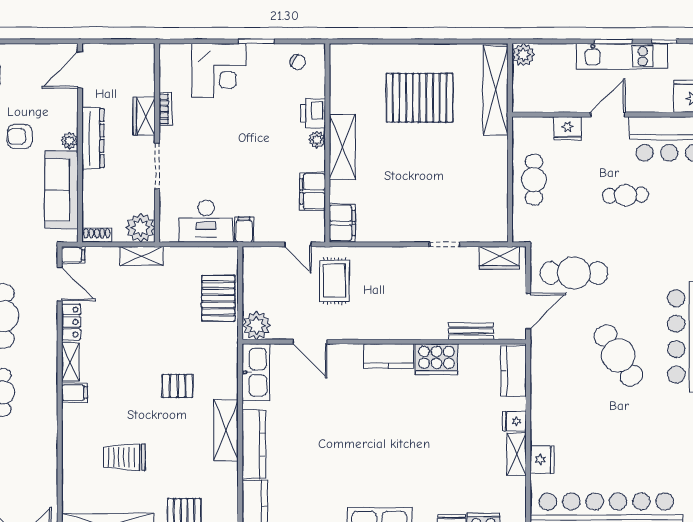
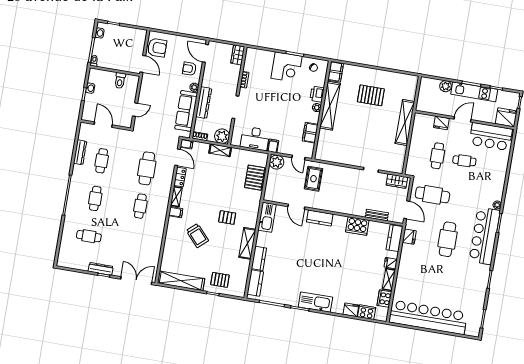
plant: (523, 55) -> (446, 86), moved
door: (80, 70) -> (205, 53), hinge flipped
corner desk: (219, 71) -> (287, 67), moved
shelving: (496, 90) -> (405, 123), moved
pallet: (420, 98) -> (371, 95), width x0.73, depth x0.71
wardrobe: (144, 116) -> (238, 55), moved
armchair: (20, 136) -> (189, 69), moved
dresser: (93, 138) -> (204, 103), moved
shelving: (342, 147) -> (330, 106), width x1.47
cafe table: (534, 180) -> (437, 156), moved
filing cabinet: (342, 223) -> (336, 72), moved
door: (528, 311) -> (407, 210), hinge flipped
plant: (256, 325) -> (277, 162), moved
cafe table: (618, 355) -> (448, 239), turned 33
kitchen counter: (389, 356) -> (320, 218), moved
kitchen counter: (254, 444) -> (259, 258), width x0.67
trolley: (124, 457) -> (197, 236), moved, turned -132
fridge: (542, 459) -> (409, 237), moved
cooker: (514, 493) -> (384, 299), added

